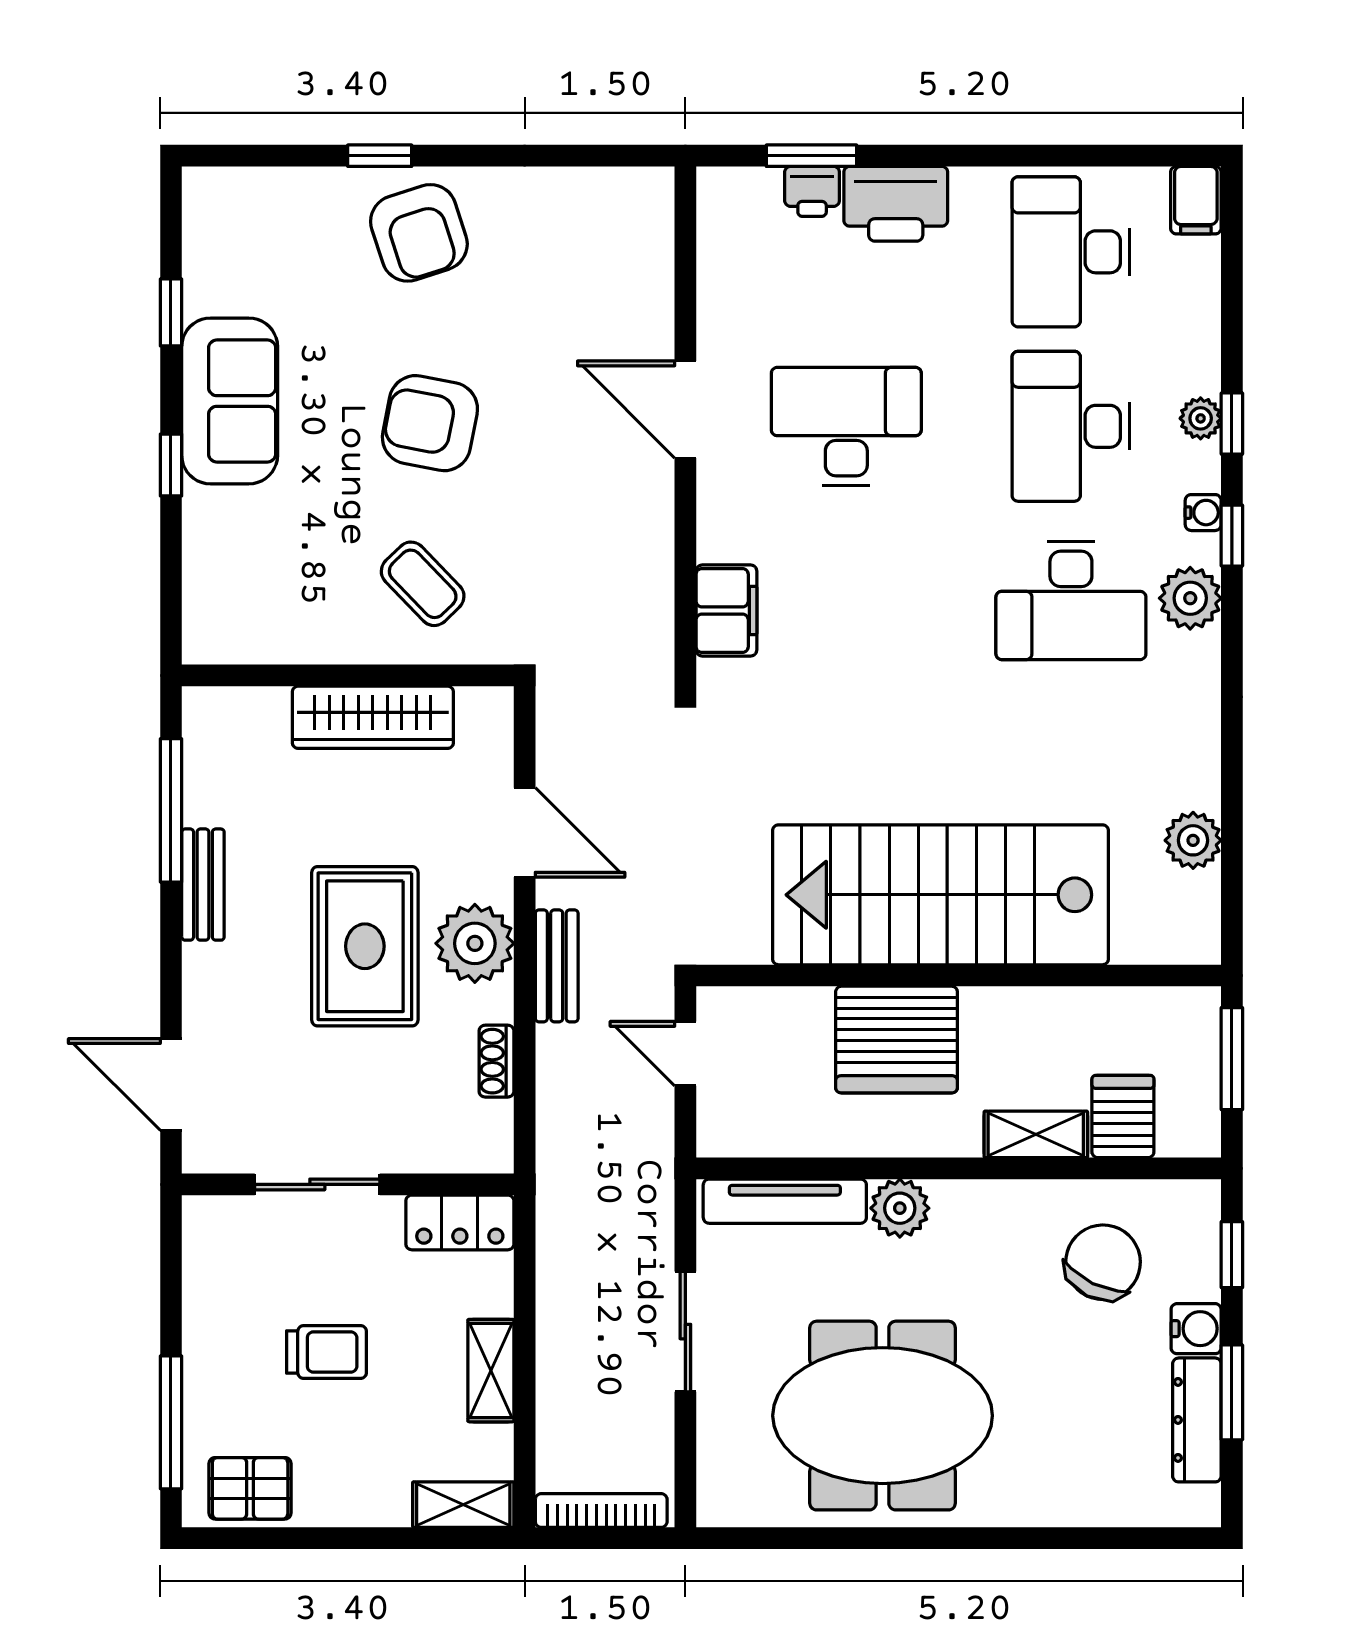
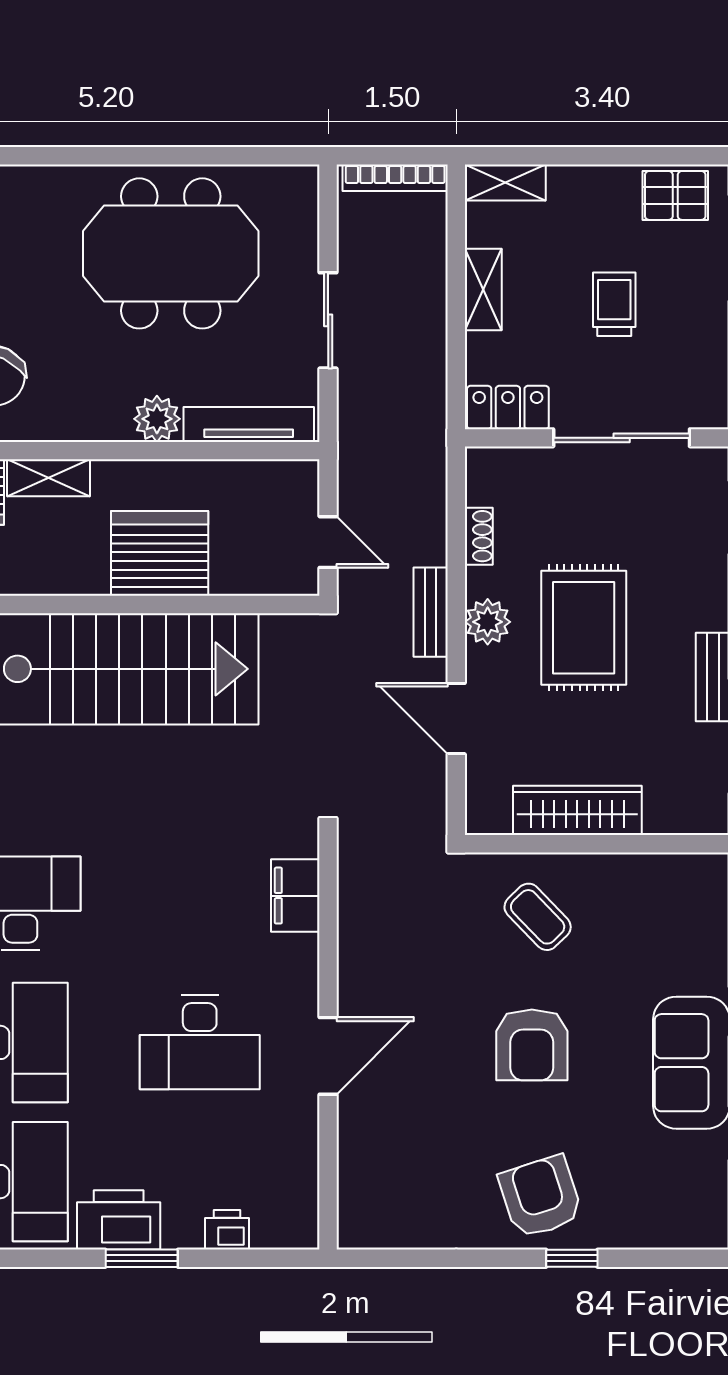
window: (812, 156) -> (142, 1258), moved
printer: (896, 204) -> (119, 1220), moved
door: (685, 410) -> (328, 1056), hinge flipped
armchair: (430, 423) -> (532, 1045), turned 79
plant: (475, 943) -> (488, 622), width x0.73, depth x0.73
sliding door: (317, 1184) -> (622, 438), width x1.37
trolley: (326, 1352) -> (614, 304), turned 90

